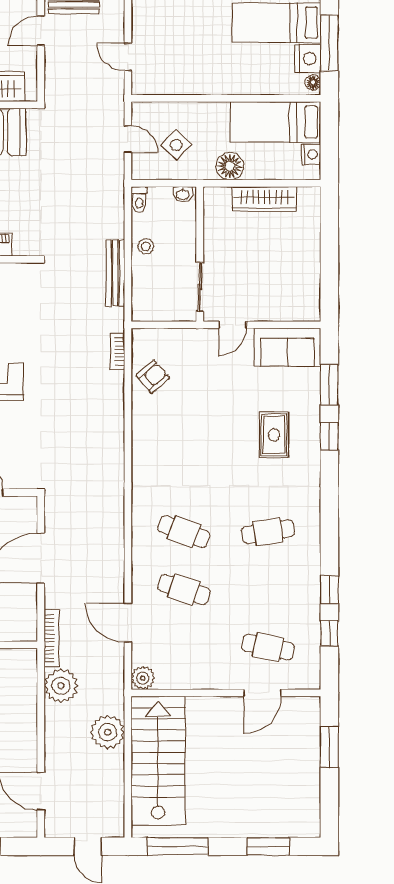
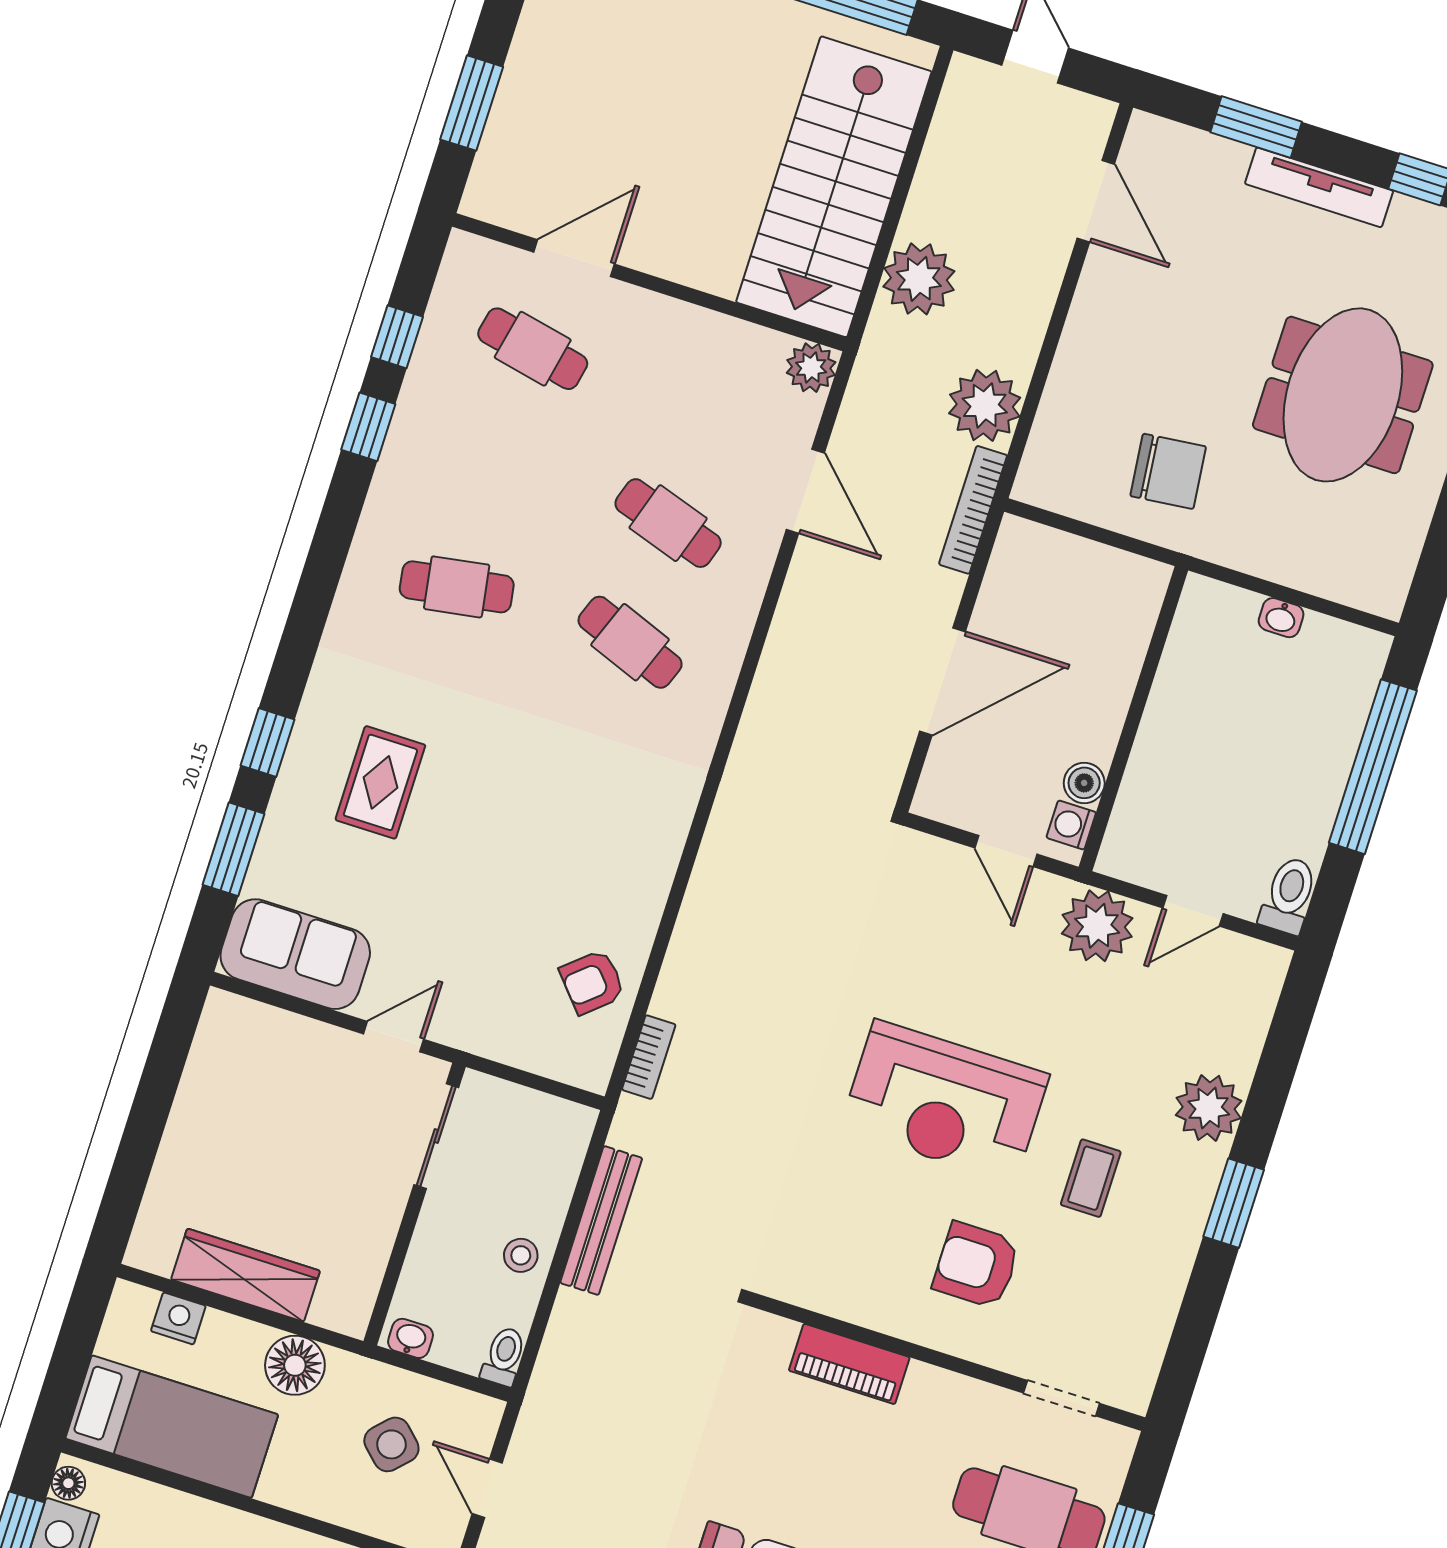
nightstand: (311, 154) -> (178, 1318), moved, turned 90

